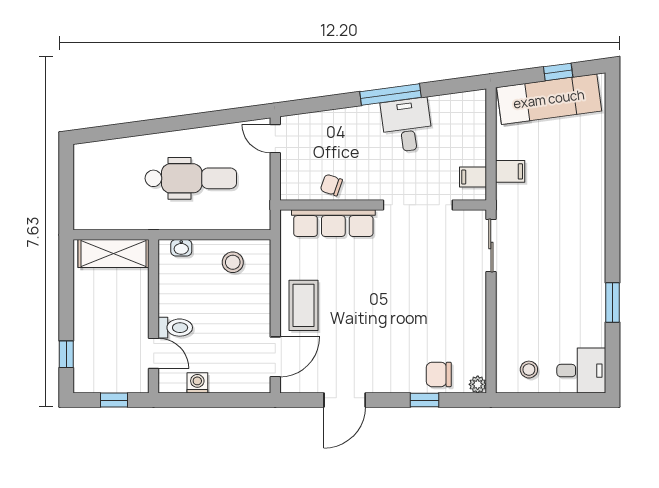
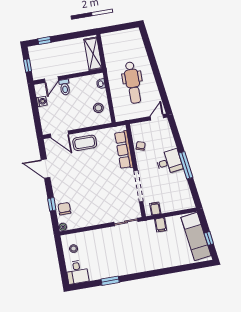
desk: (407, 125) -> (169, 162), moved

